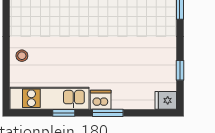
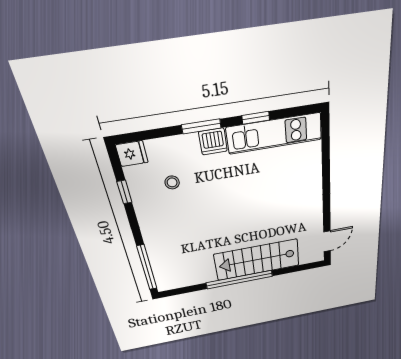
stool: (22, 56) -> (172, 182), moved

